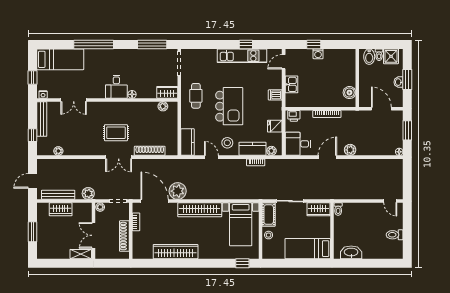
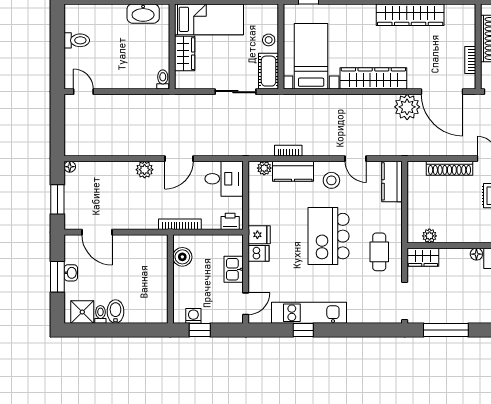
wall: (357, 78) -> (170, 279), moved
boiler: (349, 93) -> (182, 257), moved
fridge: (275, 126) -> (259, 235), moved
wardrobe: (319, 209) -> (185, 54), moved, turned 90

